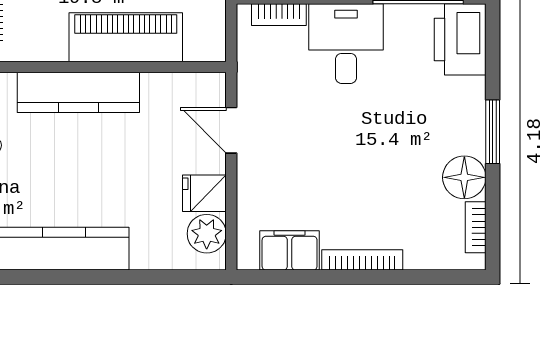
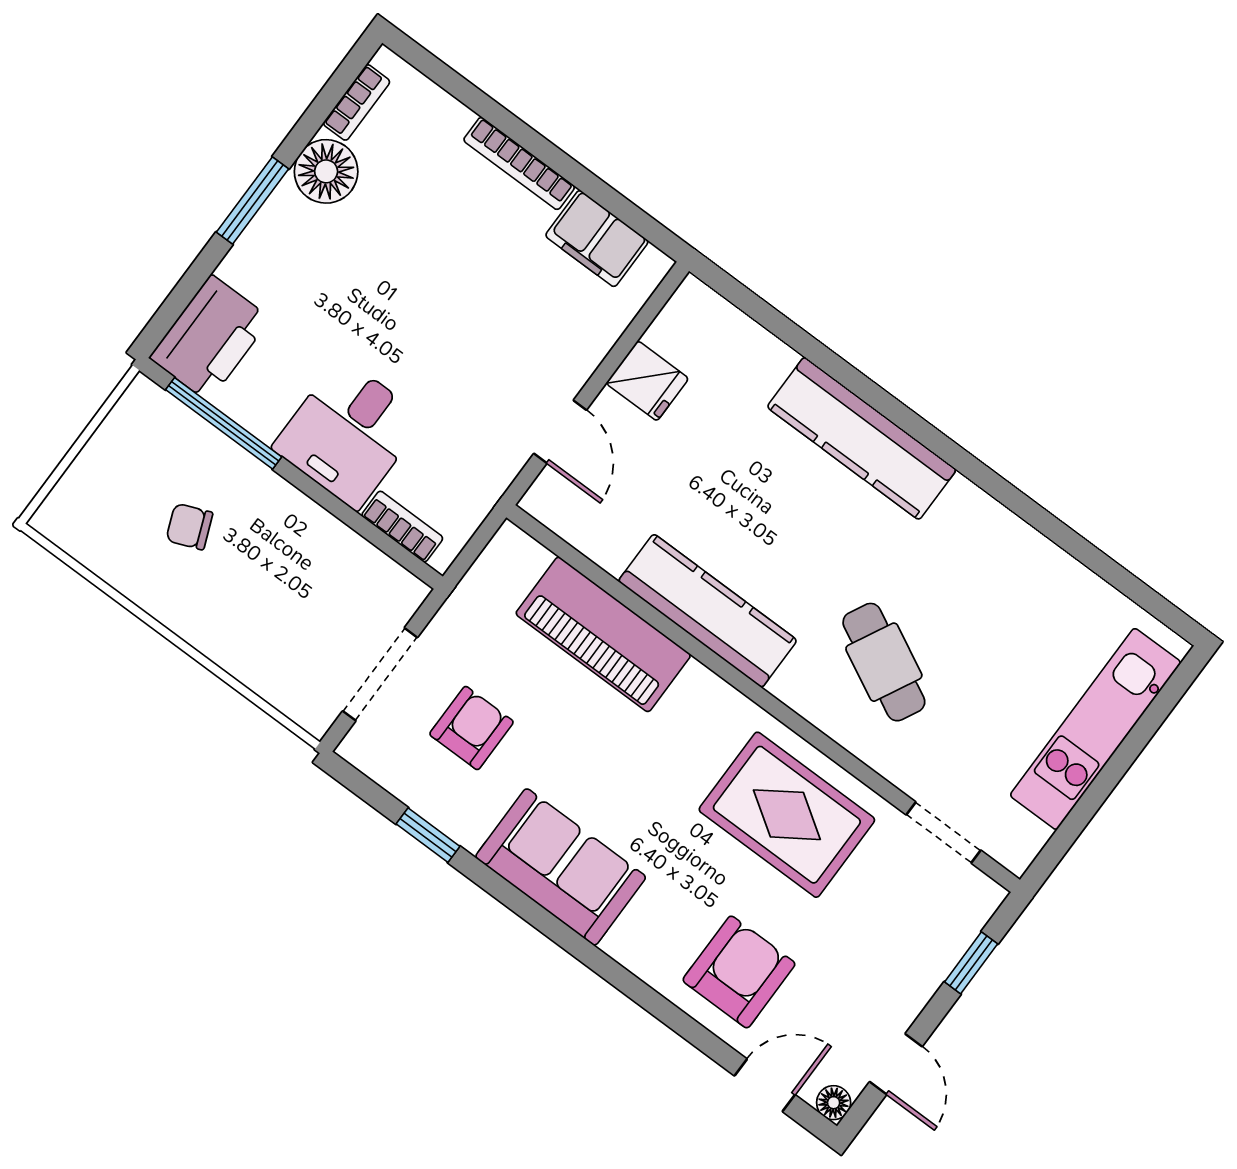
plant: (207, 234) -> (680, 331), removed

